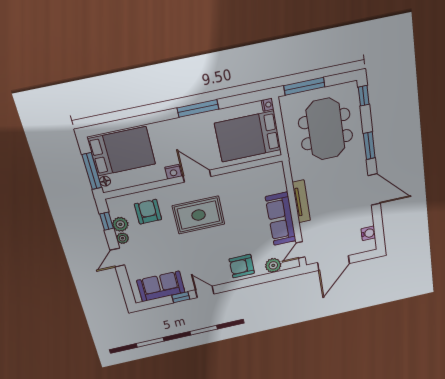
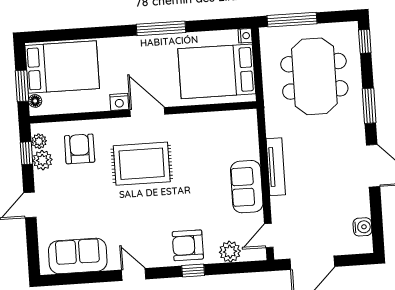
window: (92, 171) -> (22, 86), width x0.69
sofa: (281, 219) -> (247, 187), width x0.73
plant: (122, 238) -> (39, 141), moved
window: (181, 297) -> (193, 271), moved

